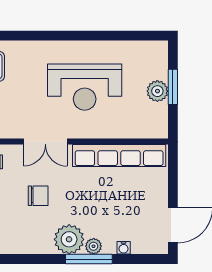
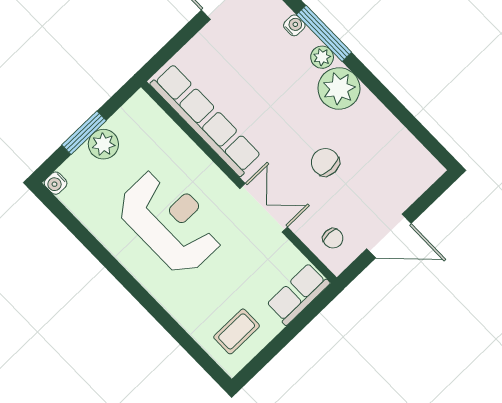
water cooler: (161, 47) -> (56, 183), added
window: (89, 259) -> (324, 33), moved

